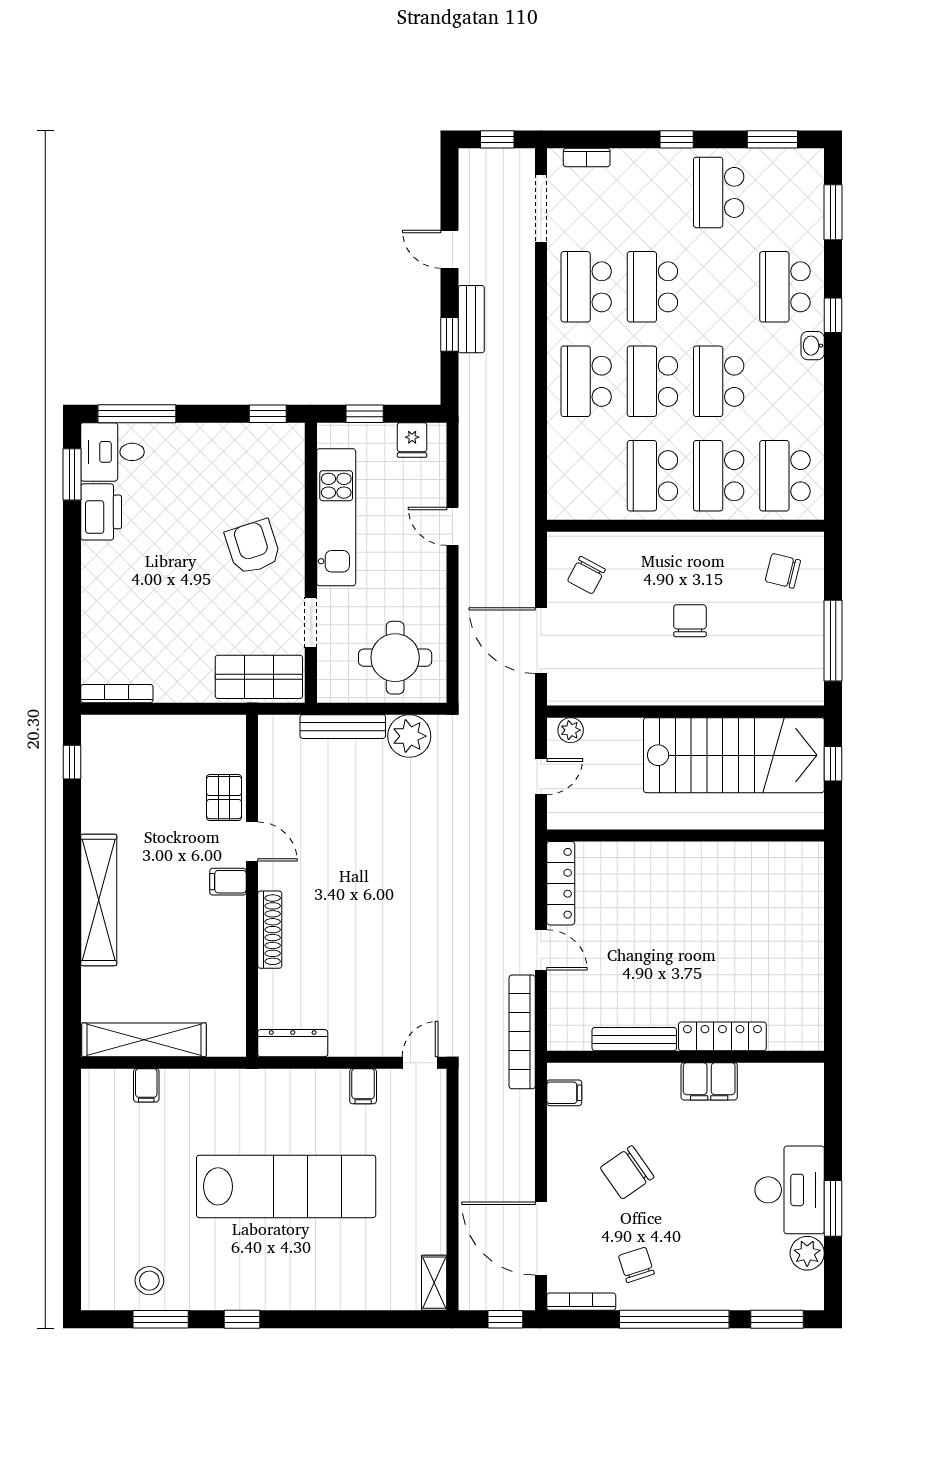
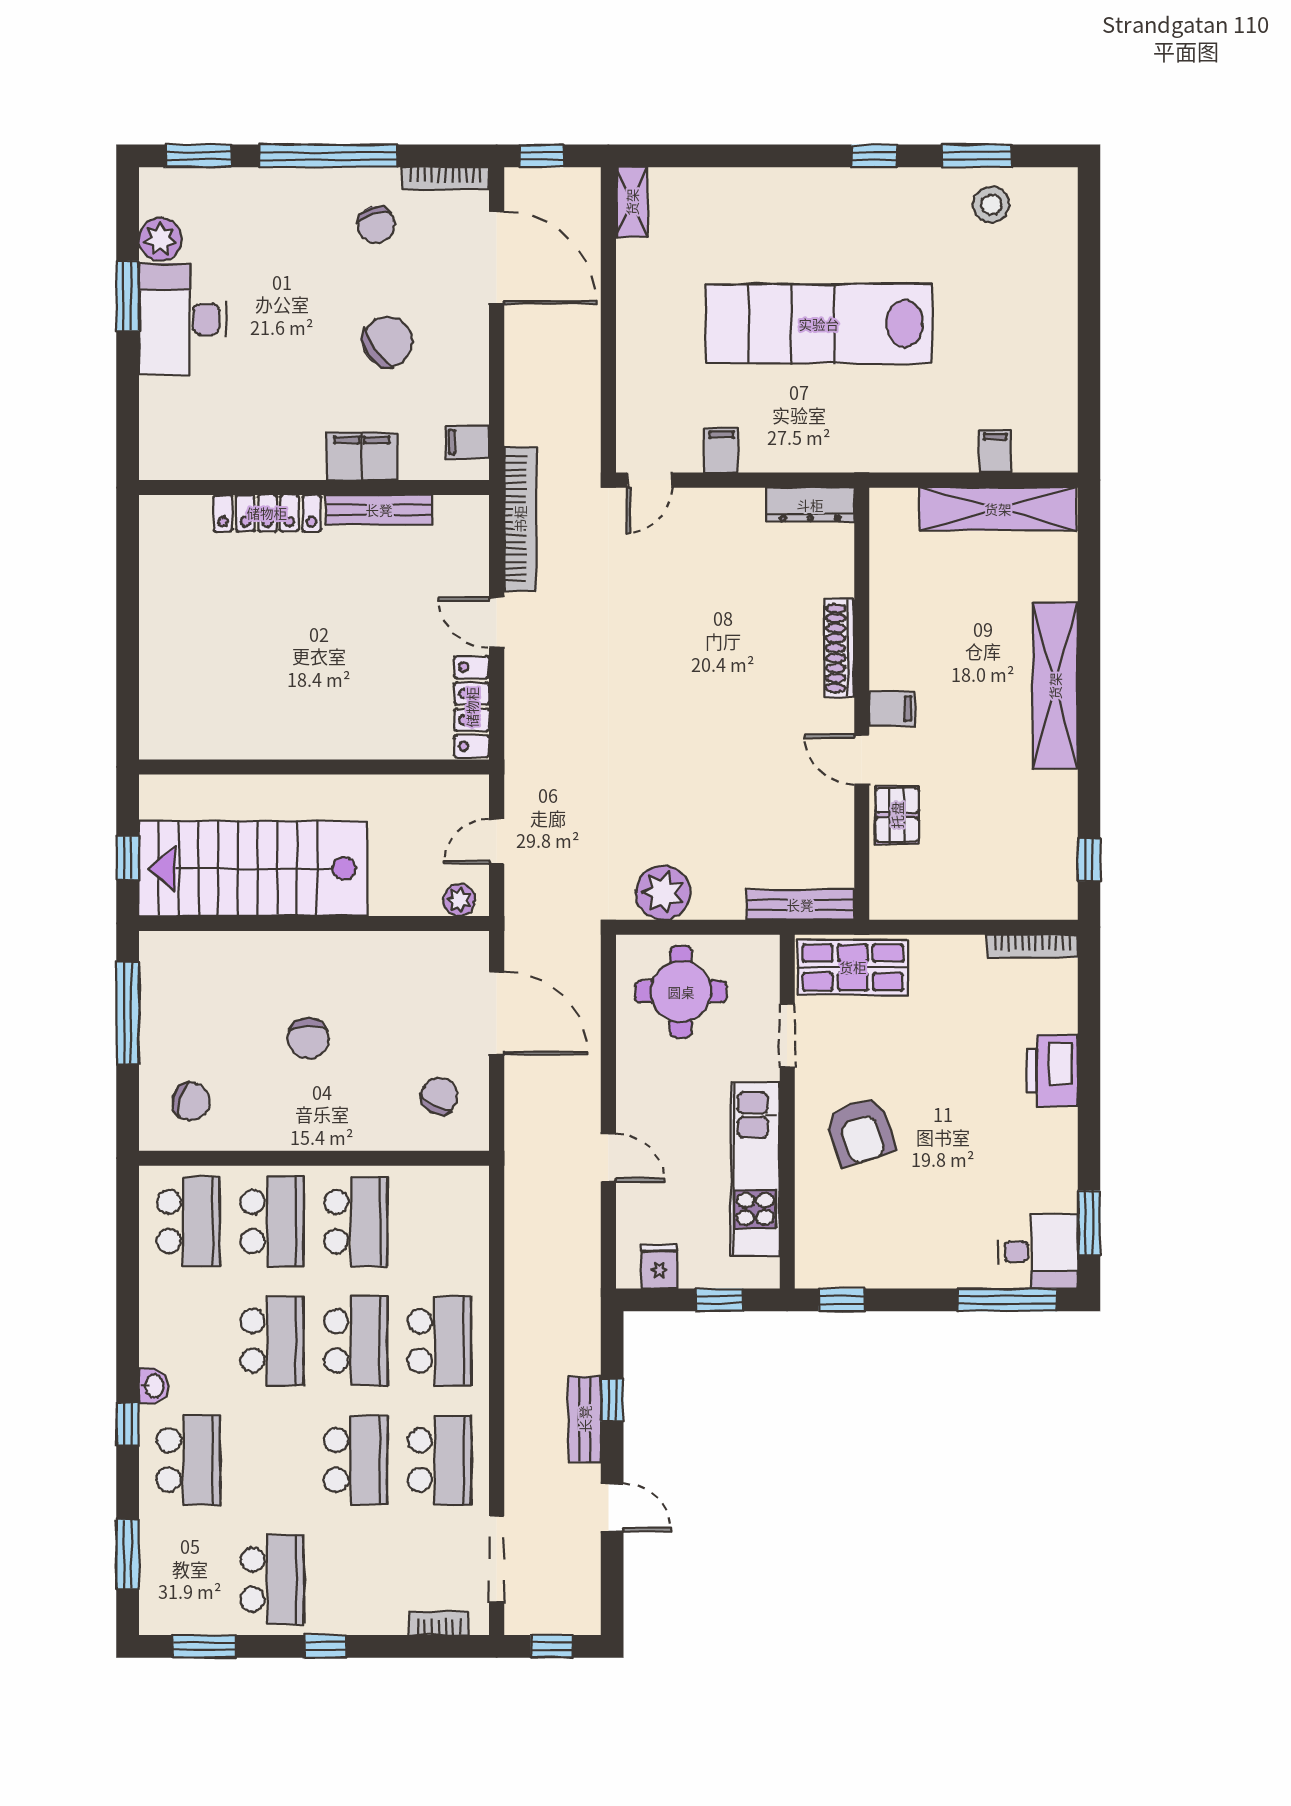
printer: (101, 512) -> (1052, 1070), moved
bench: (343, 727) -> (800, 905), moved
filing cabinet: (709, 1081) -> (362, 456), moved

